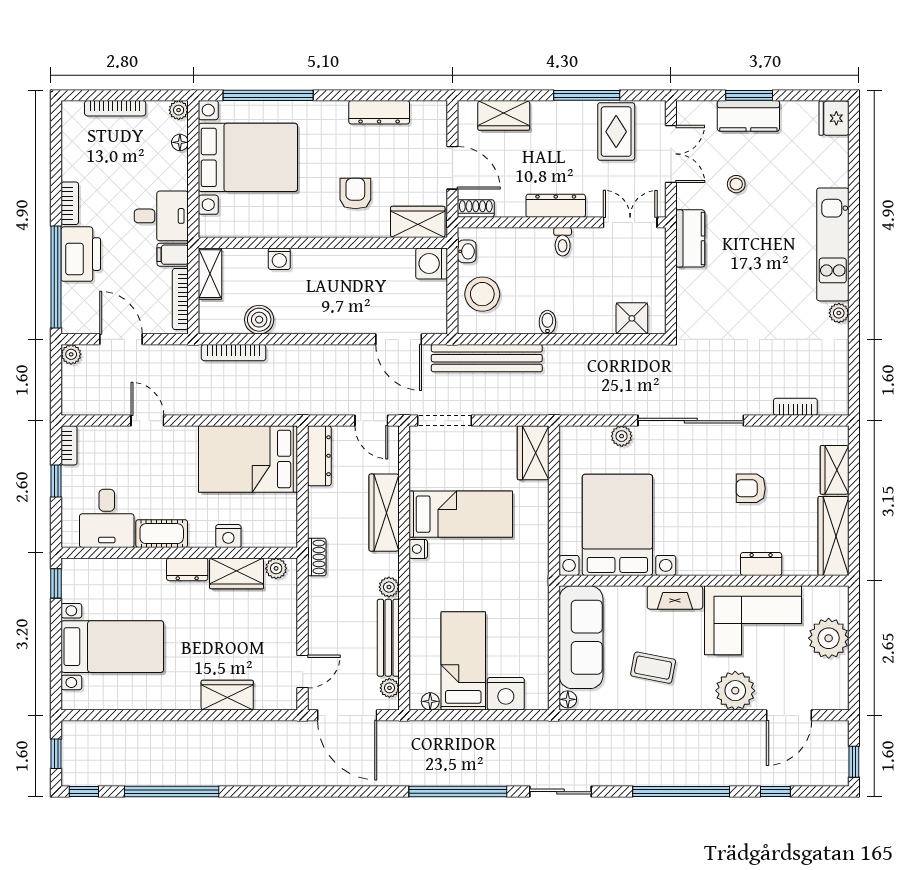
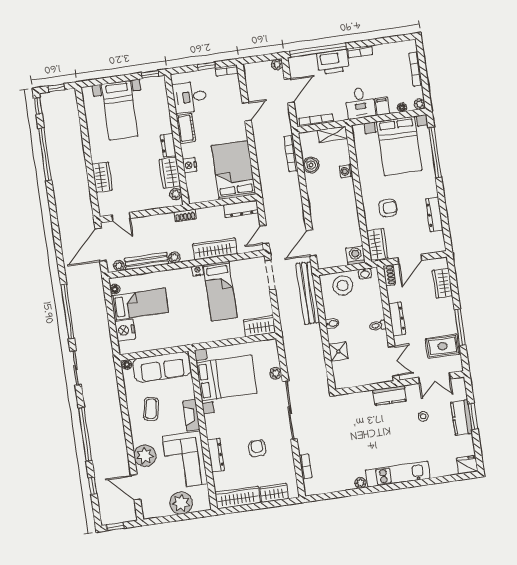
filing cabinet: (173, 255) -> (382, 106), moved
shower: (632, 318) -> (338, 351), moved
dresser: (761, 564) -> (216, 455), width x1.44

